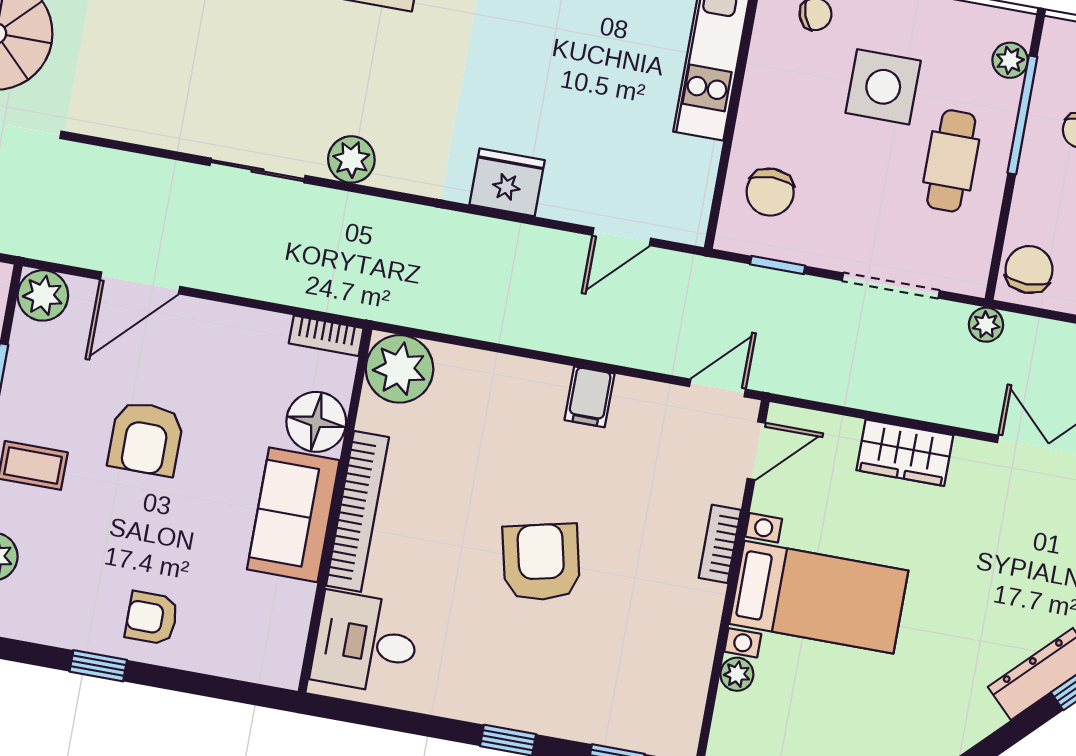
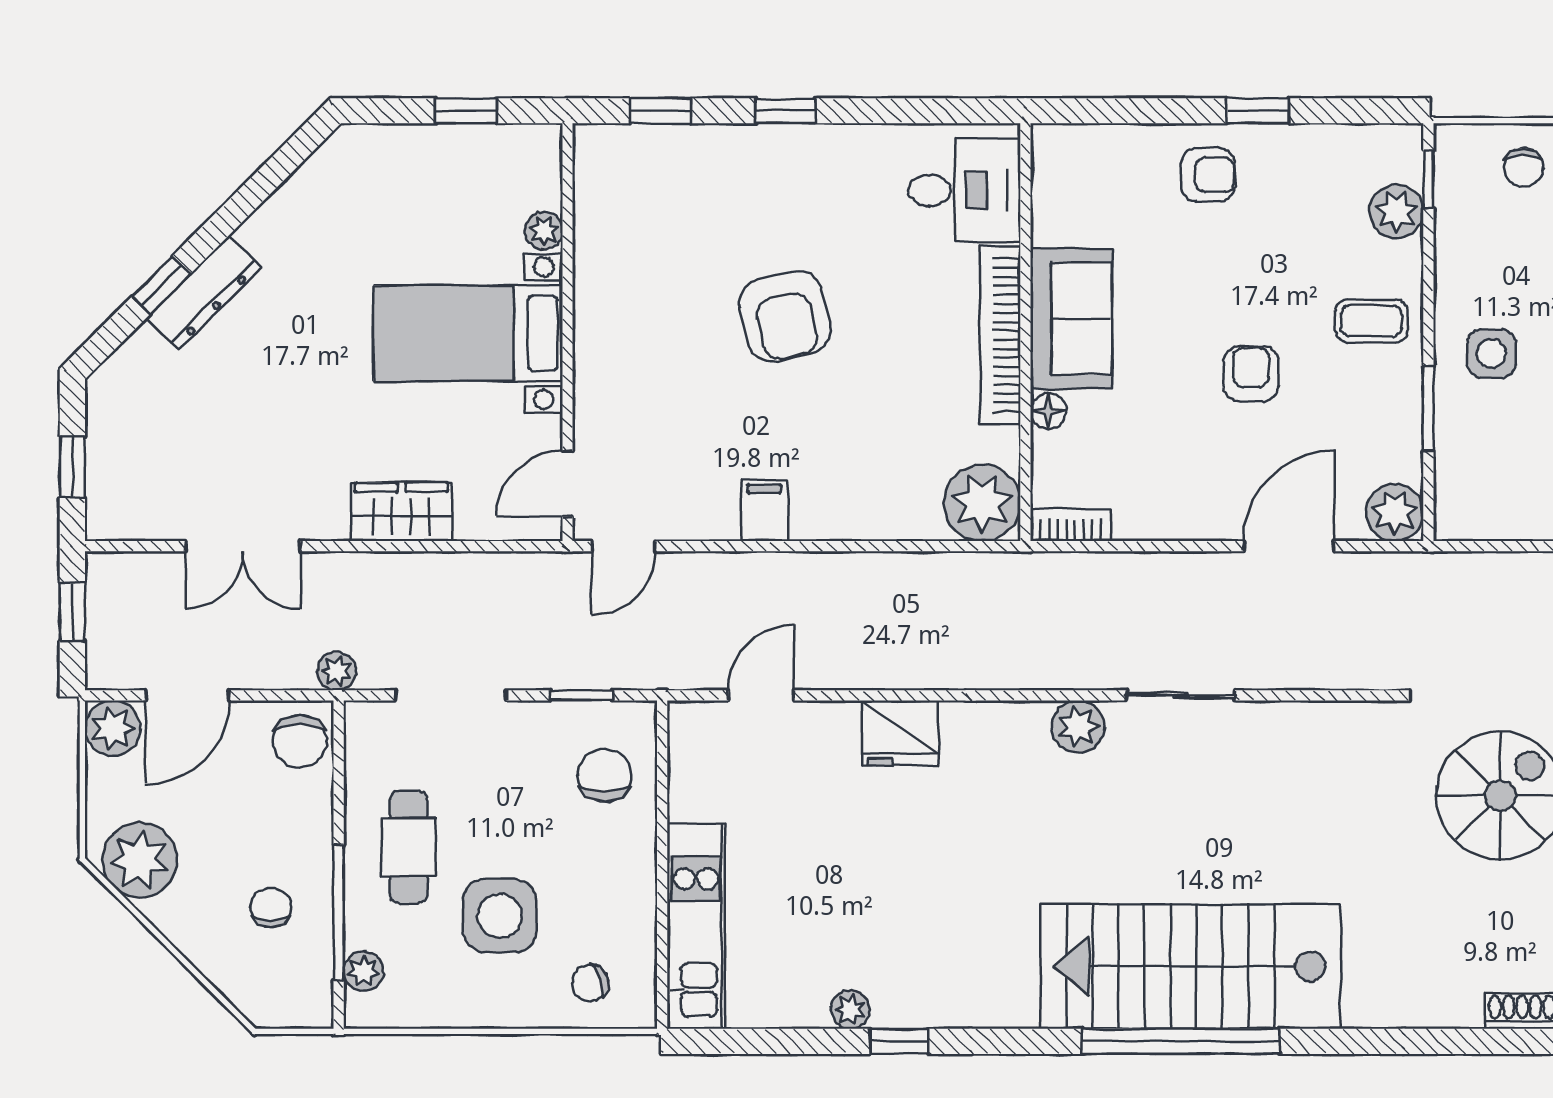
floor lamp: (316, 422) -> (1048, 411), width x0.53, depth x0.53
armchair: (146, 438) -> (1251, 374), width x0.72, depth x0.72
bookcase: (720, 544) -> (589, 373), removed

